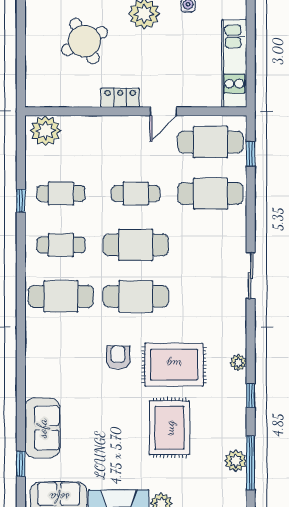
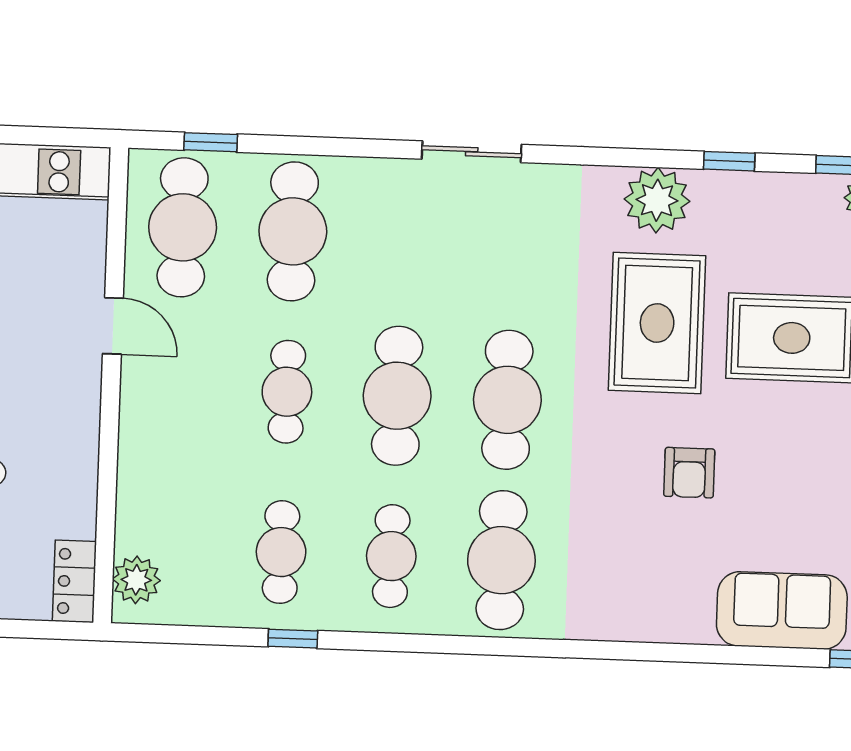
locker: (120, 98) -> (74, 581), moved
plant: (46, 131) -> (136, 580), width x0.73, depth x0.73
armchair: (118, 357) -> (689, 473), moved, turned -90
plant: (238, 363) -> (657, 200), width x1.88, depth x1.88

